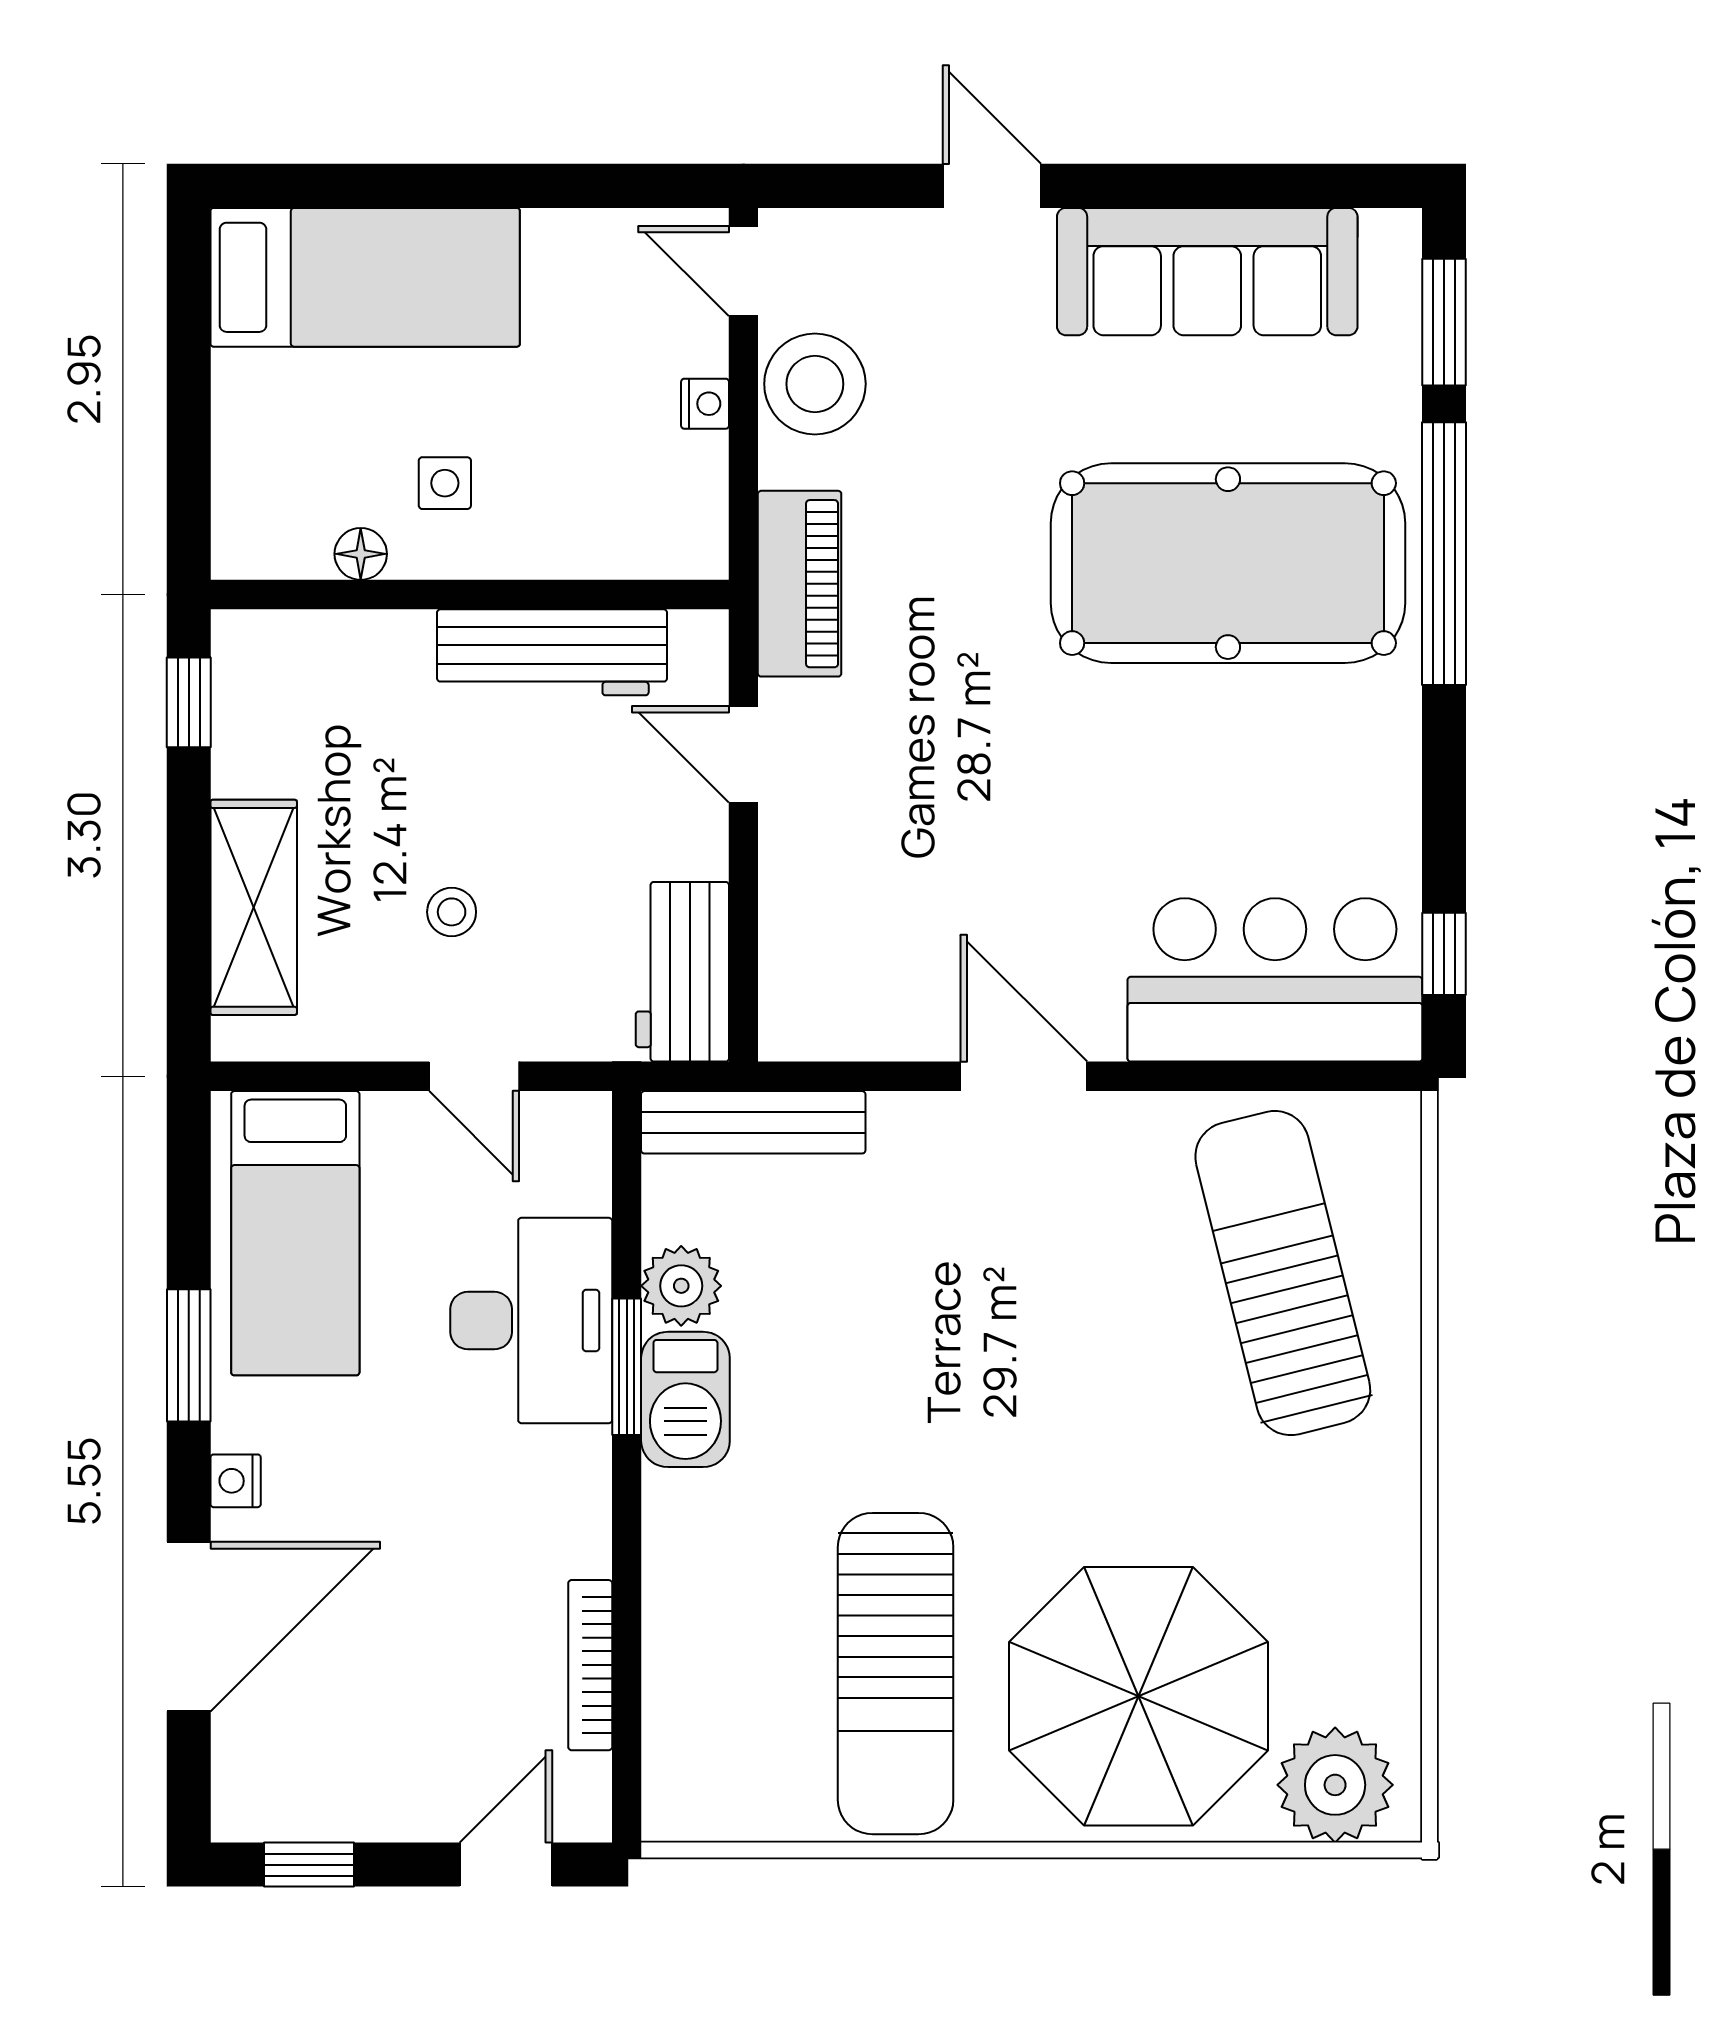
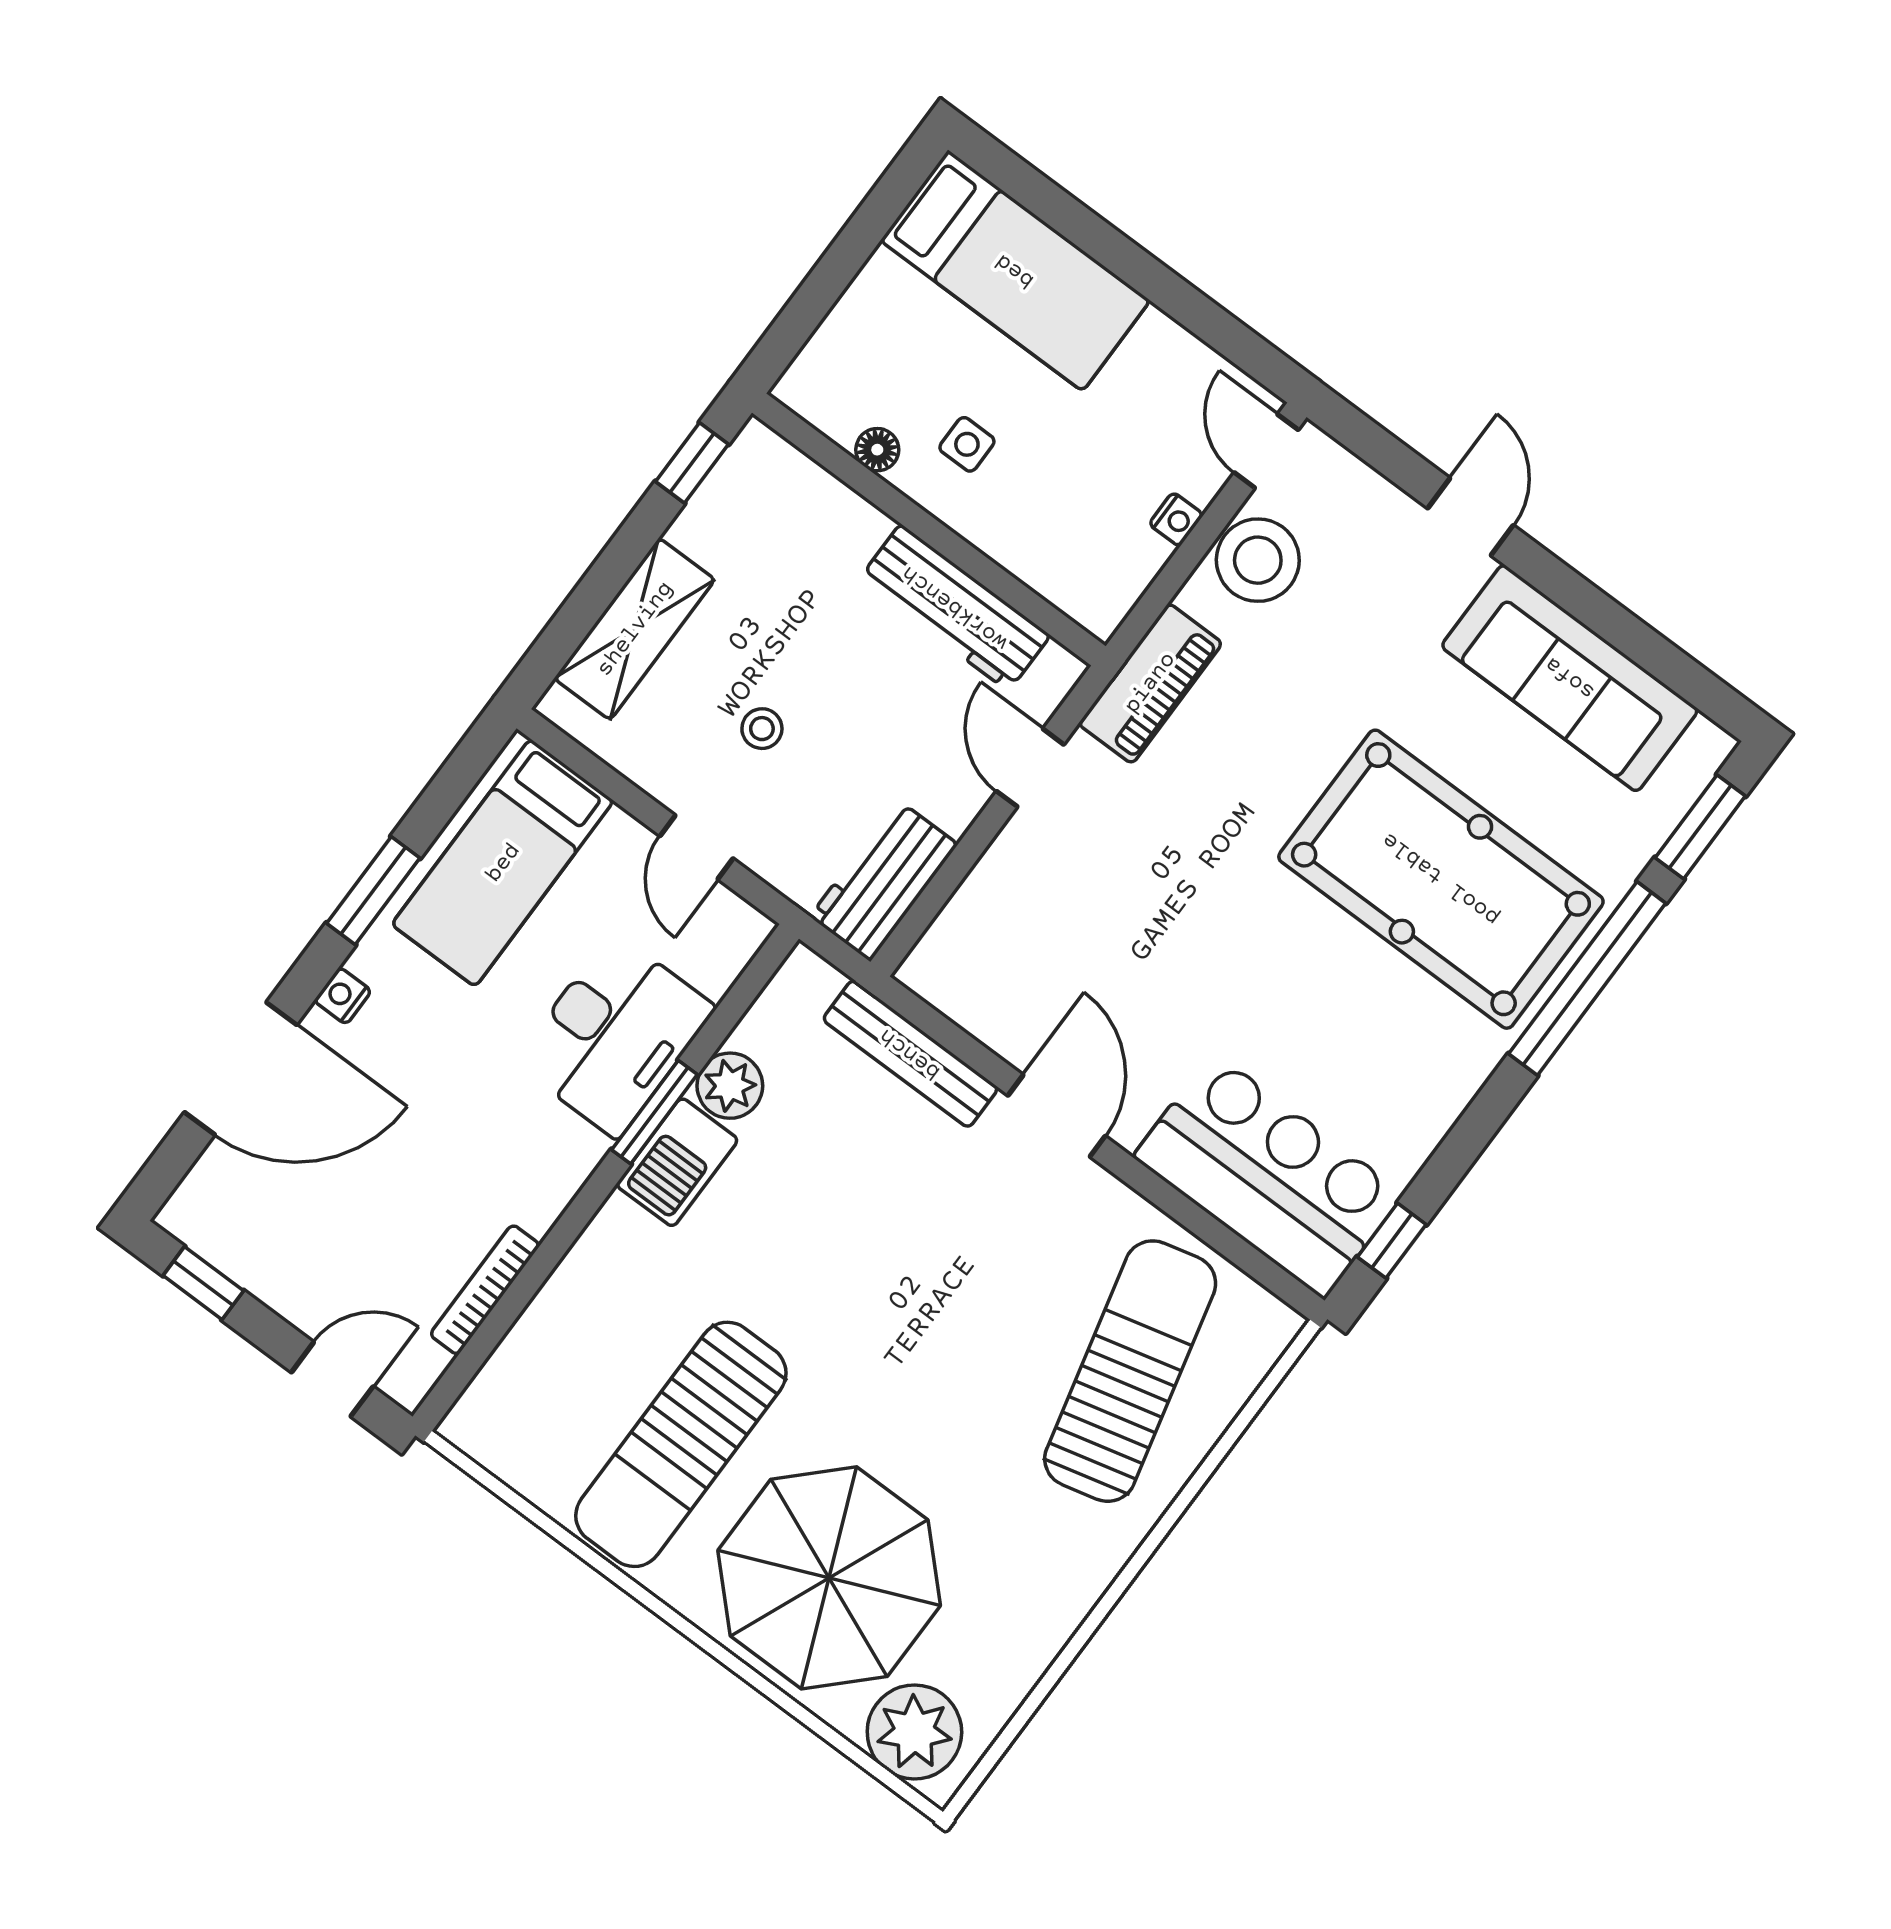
bench: (753, 1122) -> (910, 1054), moved

